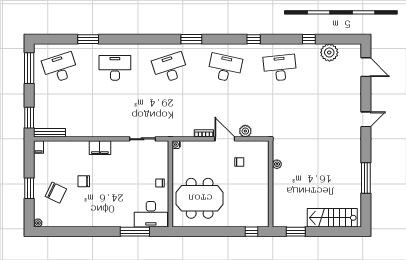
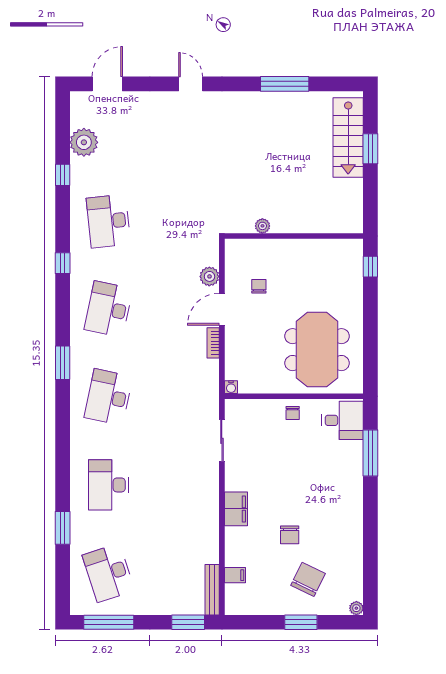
desk: (170, 68) -> (108, 397), turned 30
filing cabinet: (38, 147) -> (235, 575), moved
desk: (151, 214) -> (343, 420), width x0.73
window: (296, 232) -> (370, 149), moved

